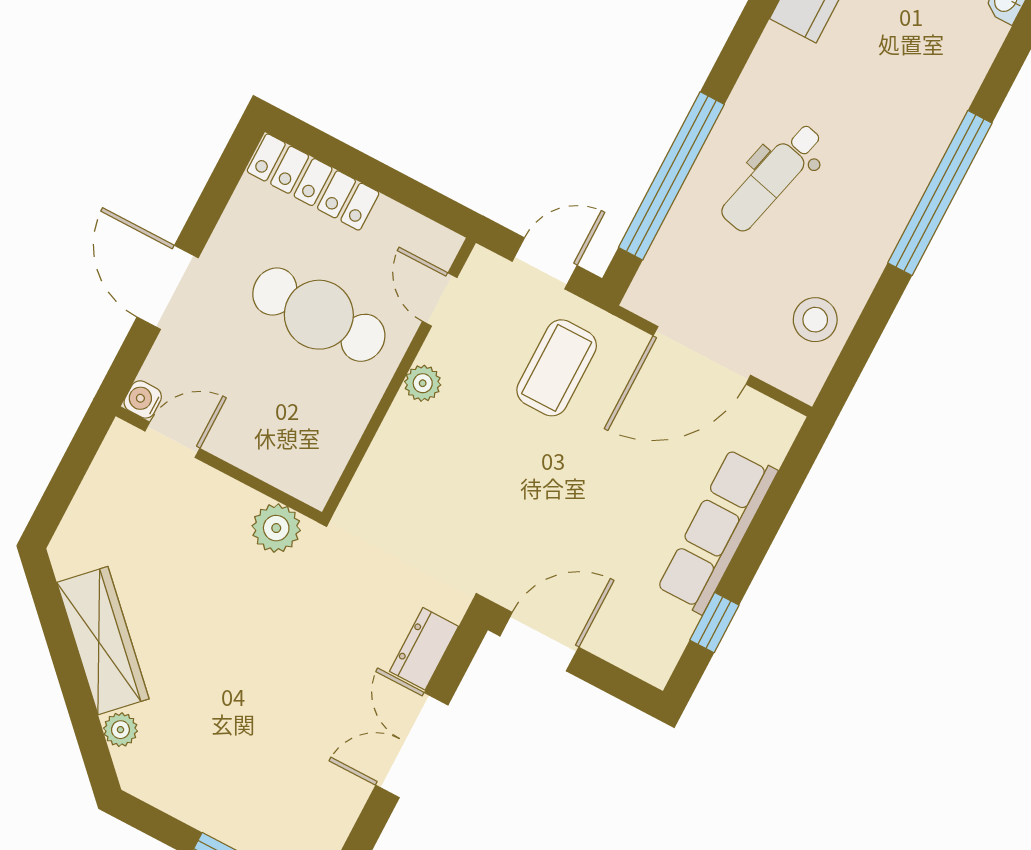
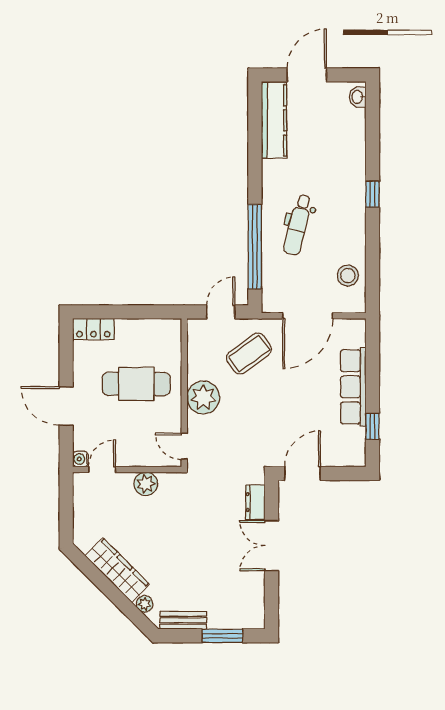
locker: (313, 182) -> (93, 329), width x0.66
window: (940, 193) -> (372, 194), width x0.32
door: (440, 299) -> (184, 446), moved
coffee table: (557, 368) -> (249, 354), turned 54
plant: (423, 383) -> (203, 397), width x1.87, depth x1.87
plant: (276, 528) -> (146, 484), moved
bench: (176, 797) -> (183, 620), added

